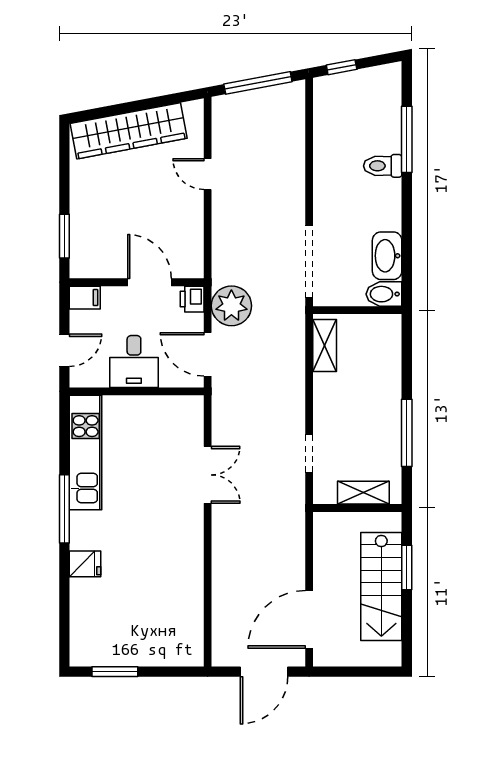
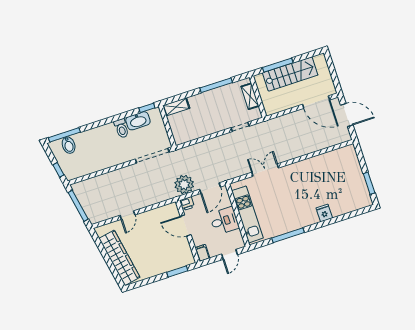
window: (407, 139) -> (64, 135), moved
toilet: (383, 166) -> (121, 128), moved
door: (150, 282) -> (186, 226), hinge flipped
window: (407, 282) -> (147, 108), added
bidet: (384, 294) -> (69, 145), moved
shelving: (325, 346) -> (176, 107), moved
door: (64, 350) -> (229, 254), swing flipped
kitchen unit: (86, 452) -> (247, 214), moved, turned 90
window: (64, 509) -> (288, 235), moved
window: (407, 567) -> (278, 65), width x1.44

